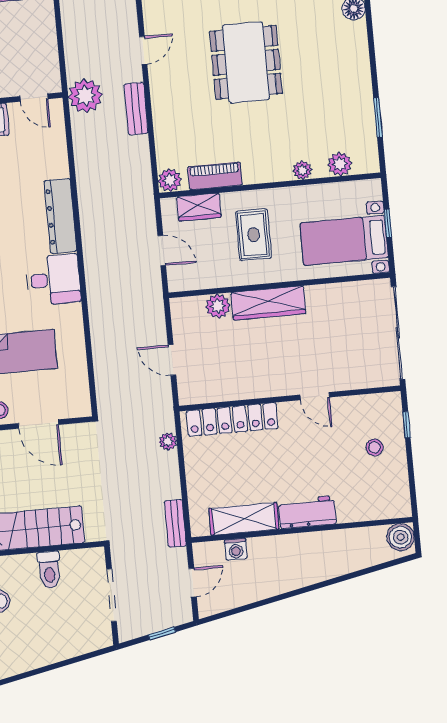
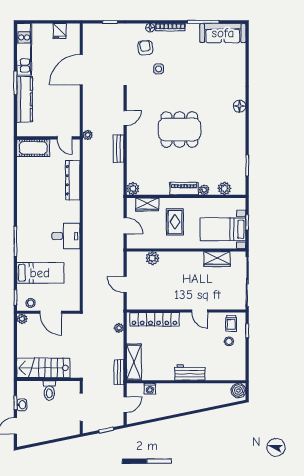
dining table: (246, 62) -> (179, 129), turned 90
plant: (85, 96) -> (88, 135), width x0.53, depth x0.53
piano: (215, 176) -> (184, 189), moved
dresser: (60, 216) -> (73, 180), moved
wardrobe: (268, 303) -> (217, 259), moved, width x0.67
trolley: (375, 414) -> (231, 323), added
shelving: (244, 519) -> (134, 362), moved, turned 90

